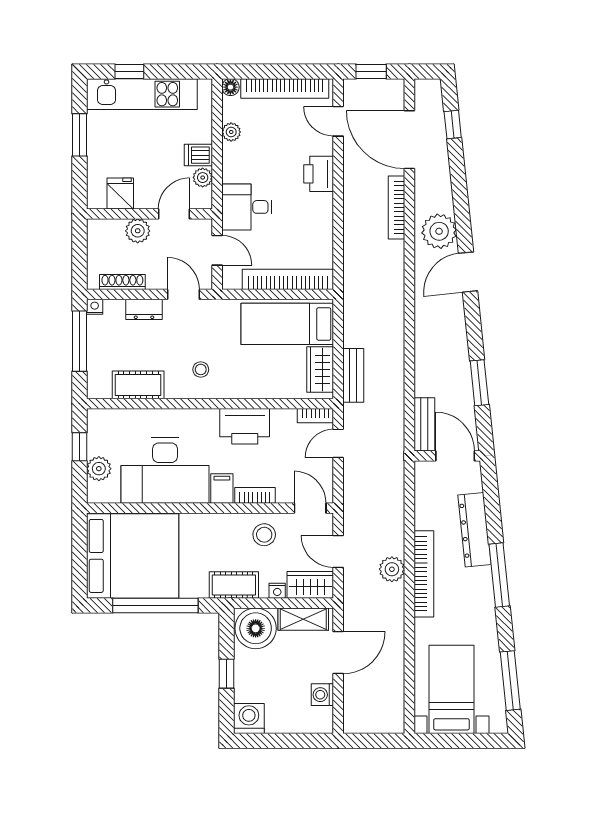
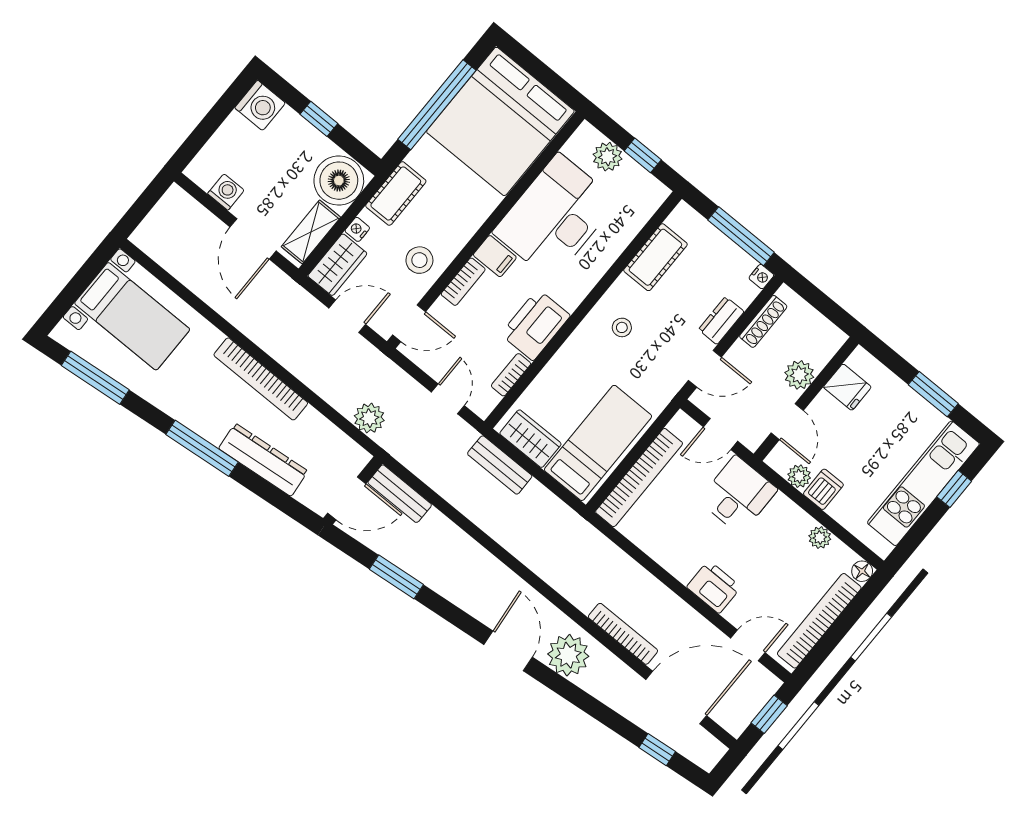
bookcase: (315, 416) -> (511, 375), moved
plant: (392, 569) -> (369, 418), moved

